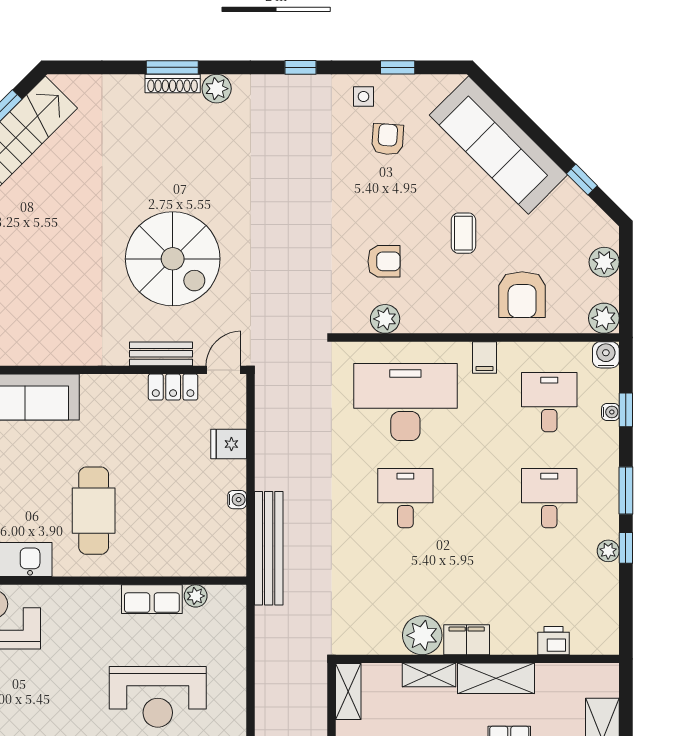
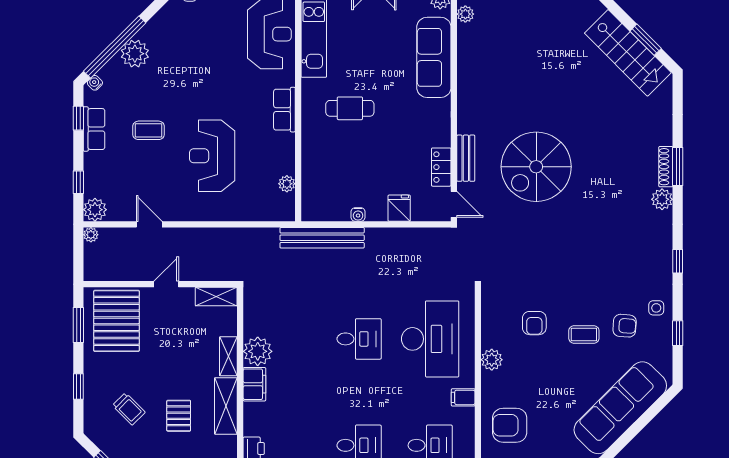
coffee table: (463, 233) -> (584, 334), moved
plant: (385, 319) -> (492, 360), moved
cafe table: (94, 511) -> (350, 108), width x0.73, depth x0.74
row of seats: (152, 599) -> (284, 110), moved

